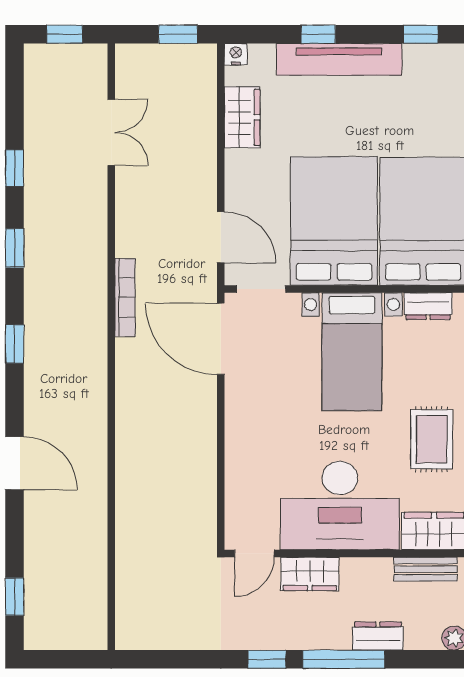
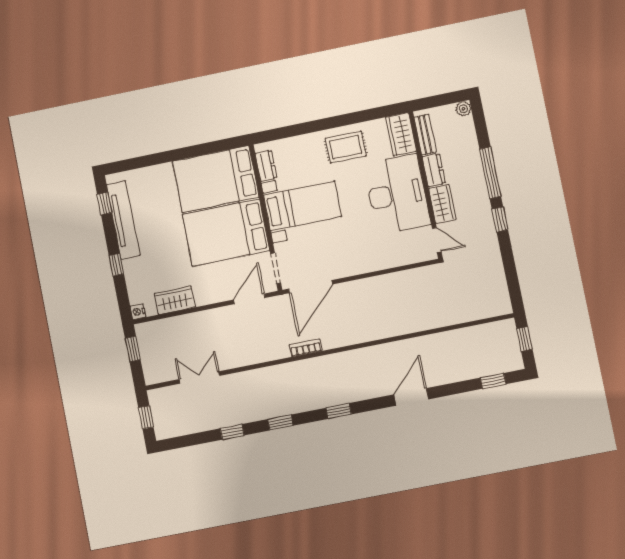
tv unit: (339, 59) -> (123, 220), moved
bookcase: (125, 297) -> (306, 348), width x0.64
dresser: (378, 636) -> (434, 170), moved, turned 180
window: (71, 659) -> (525, 339), added

